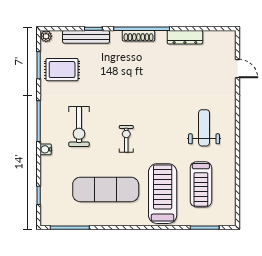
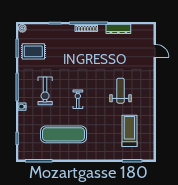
bench: (86, 37) -> (50, 29), removed
weight bench: (204, 128) -> (120, 91), moved
treadmill: (201, 184) -> (129, 131), turned 180
treadmill: (163, 194) -> (103, 137), removed

